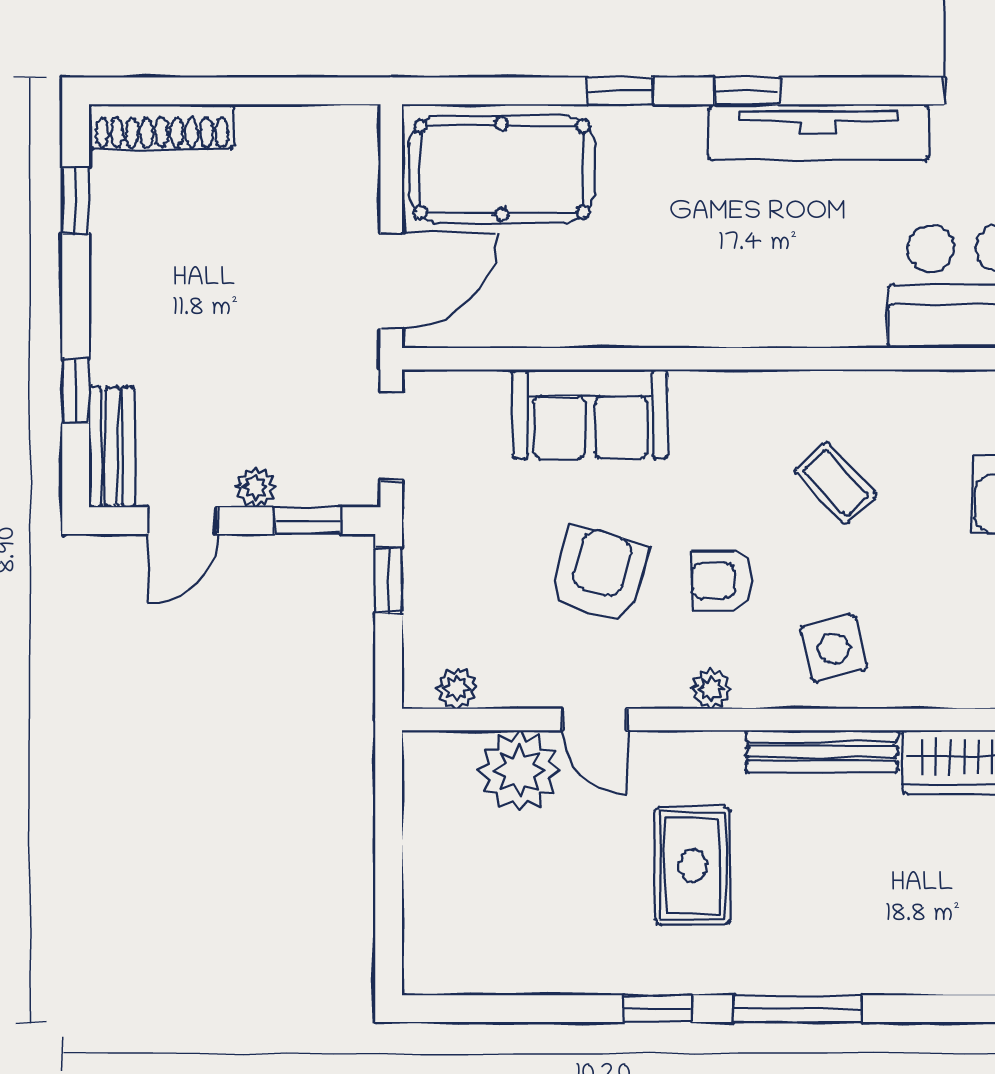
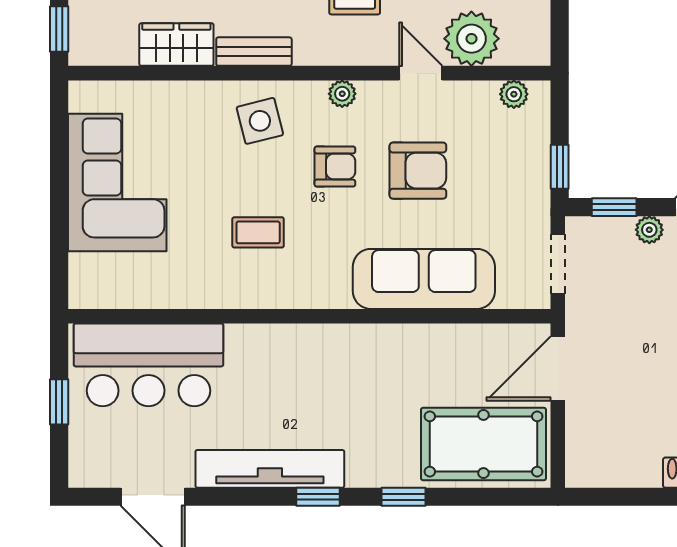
sofa: (590, 414) -> (424, 279), width x1.36
coffee table: (836, 483) -> (258, 232), turned -47
armchair: (599, 575) -> (418, 171), turned -106
bench: (822, 751) -> (254, 52), width x0.73

